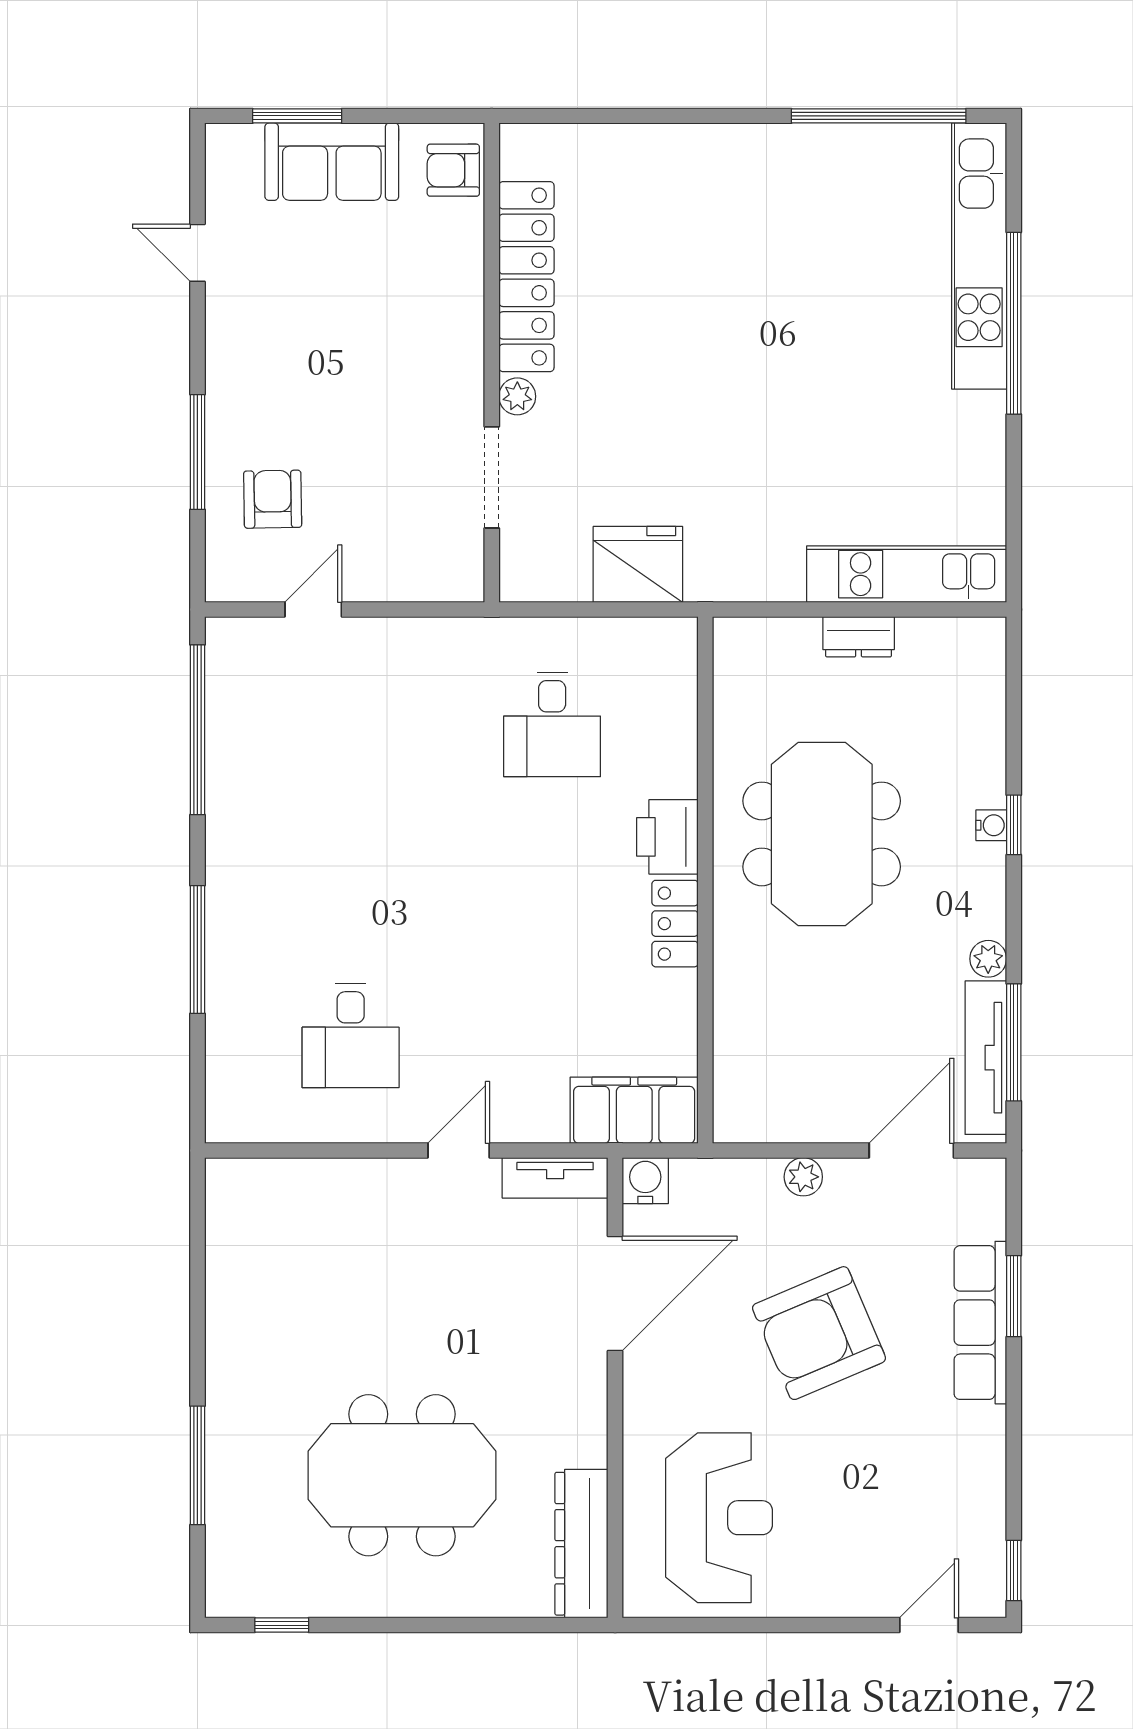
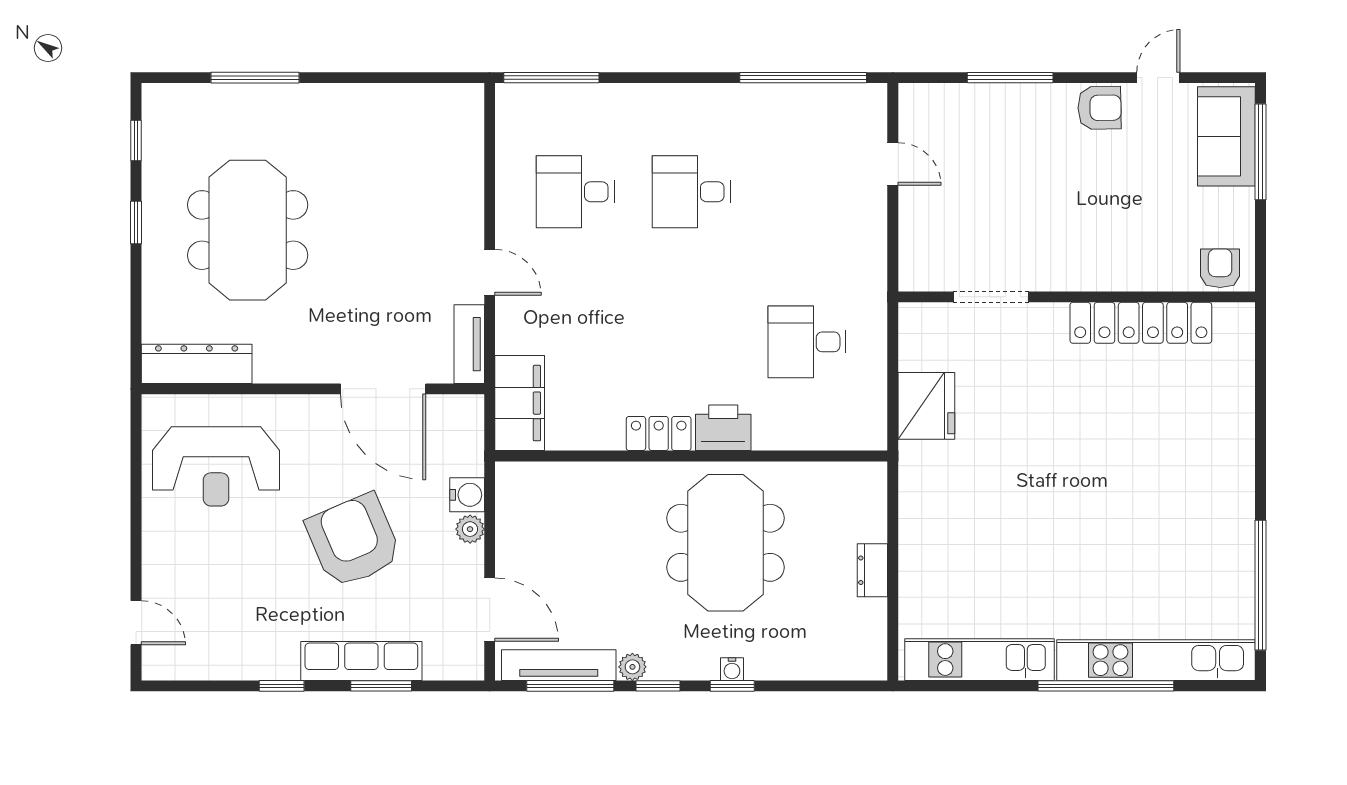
window: (297, 116) -> (1261, 152), width x1.44
sofa: (332, 162) -> (1226, 136), moved
plant: (517, 396) -> (1052, 316), removed
armchair: (273, 499) -> (1100, 108), moved
kitchen unit: (907, 574) -> (980, 660), moved, turned -90
meeting table: (822, 834) -> (725, 543), turned 90
desk: (351, 880) -> (691, 192), added
window: (1014, 924) -> (658, 686), added
window: (197, 949) -> (551, 78), moved
water cooler: (645, 1181) -> (467, 495), moved
window: (1014, 1570) -> (282, 686), moved
window: (392, 1625) -> (136, 223), added

